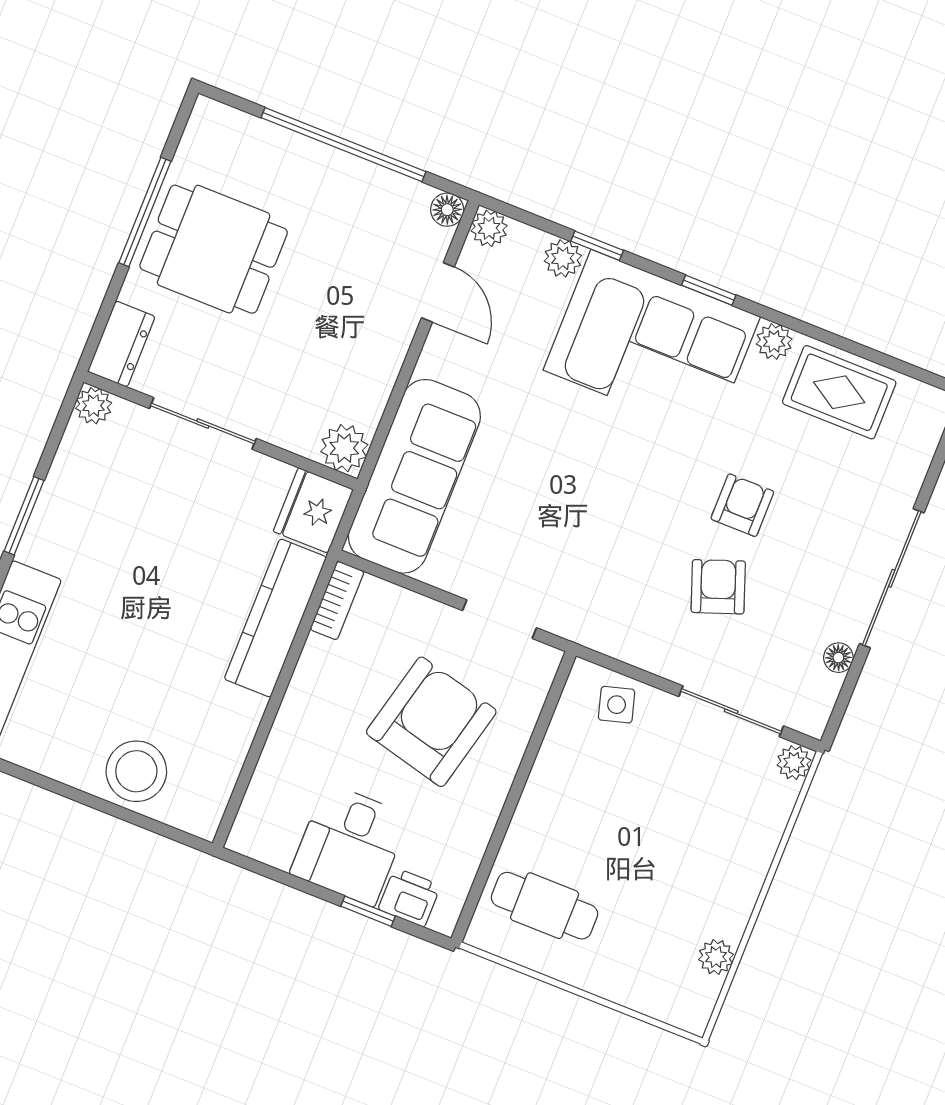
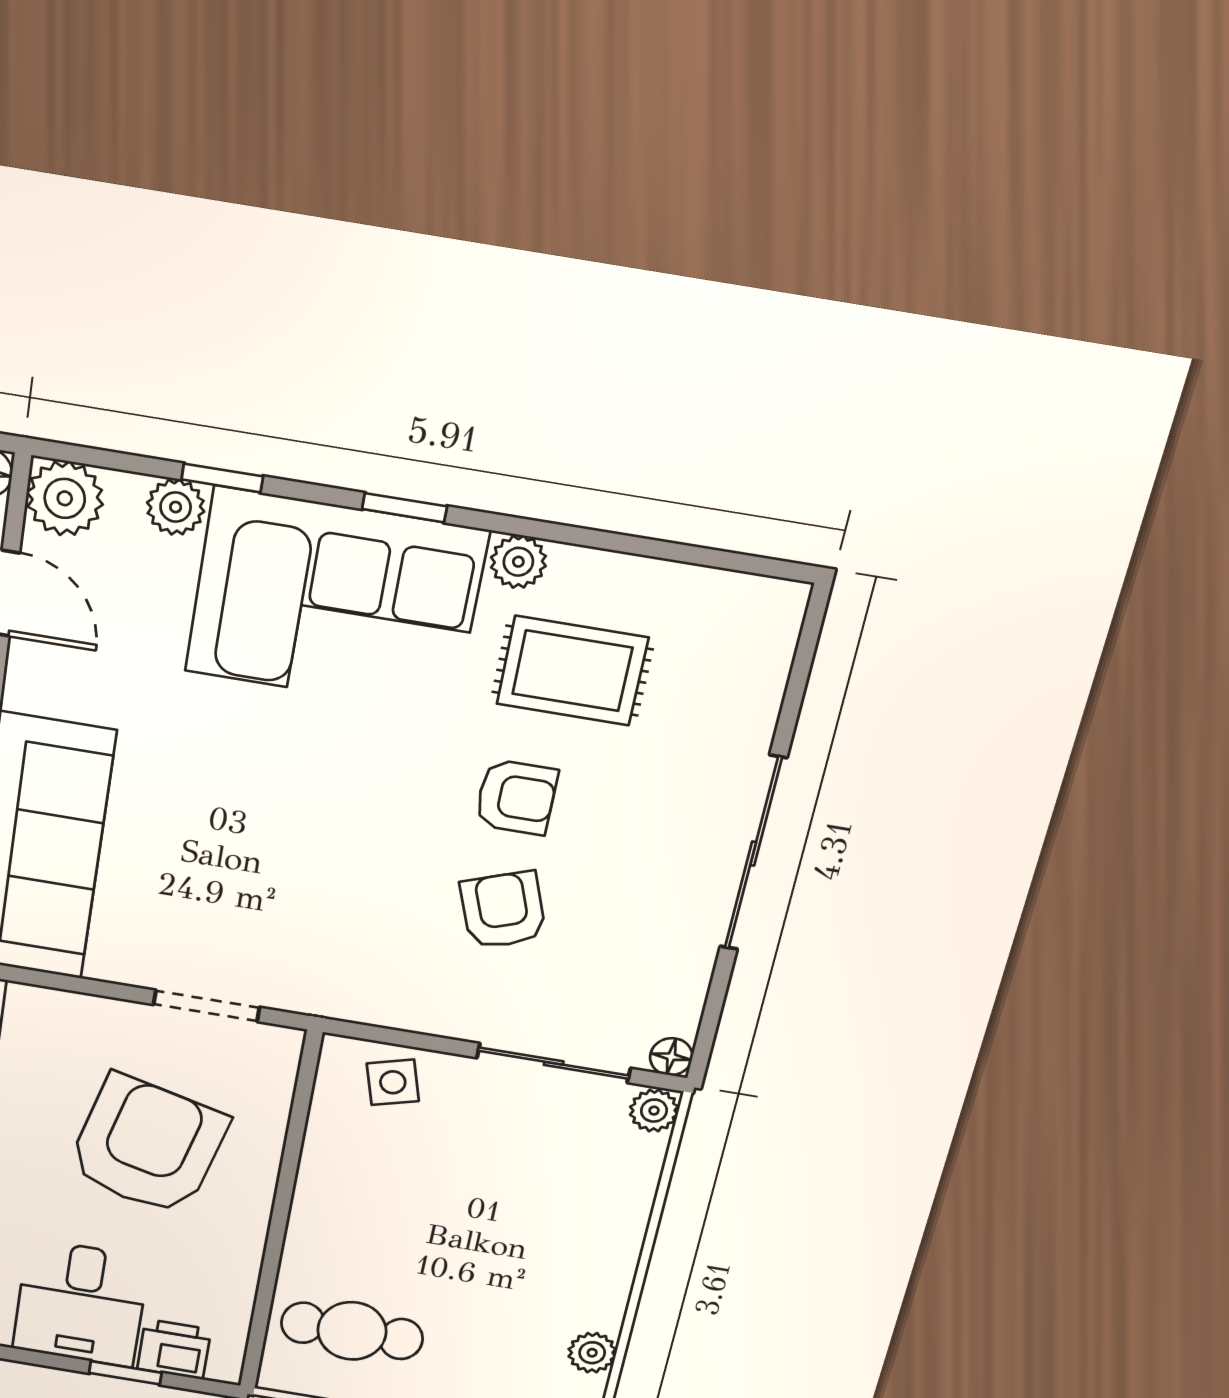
plant: (489, 228) -> (65, 498), width x1.38, depth x1.38
rug: (839, 392) -> (572, 671), moved
armchair: (742, 505) -> (516, 797), turned 90
floor lamp: (838, 658) -> (671, 1057), moved

